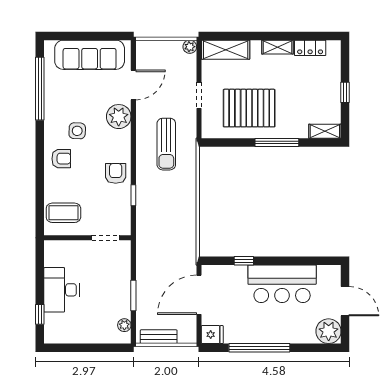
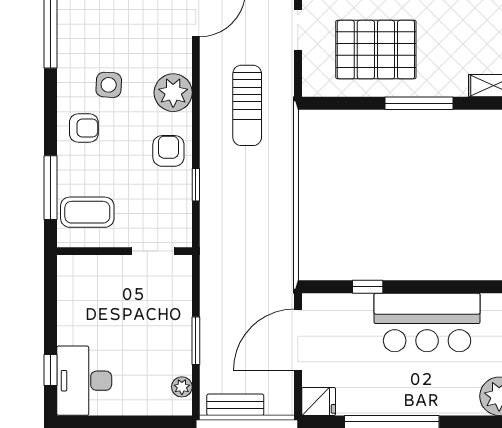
plant: (119, 117) -> (173, 93), moved
window: (40, 197) -> (51, 188), added
desk: (61, 290) -> (84, 381), moved

